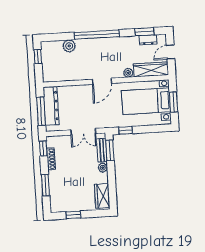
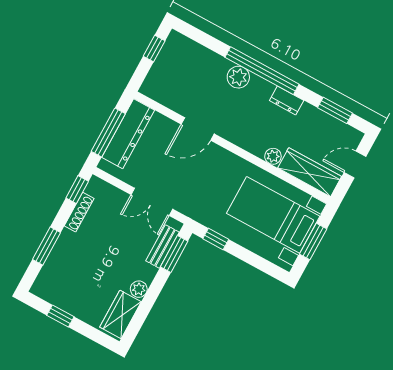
dresser: (148, 40) -> (287, 101), moved
plant: (69, 46) -> (238, 77), moved
door: (102, 81) -> (198, 129), moved
plant: (103, 168) -> (139, 289), moved

